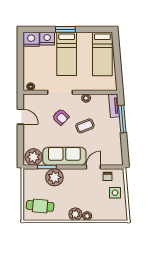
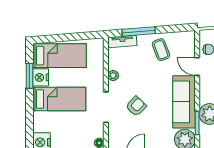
window: (65, 29) -> (29, 76), moved
nightstand: (47, 39) -> (41, 77), moved
coffee table: (85, 126) -> (161, 50), moved

